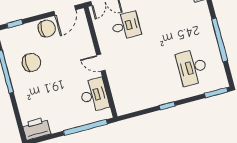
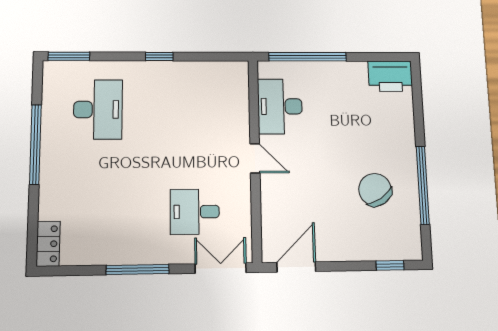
chair: (47, 28) -> (336, 243), removed
chair: (31, 62) -> (375, 190), turned 57

